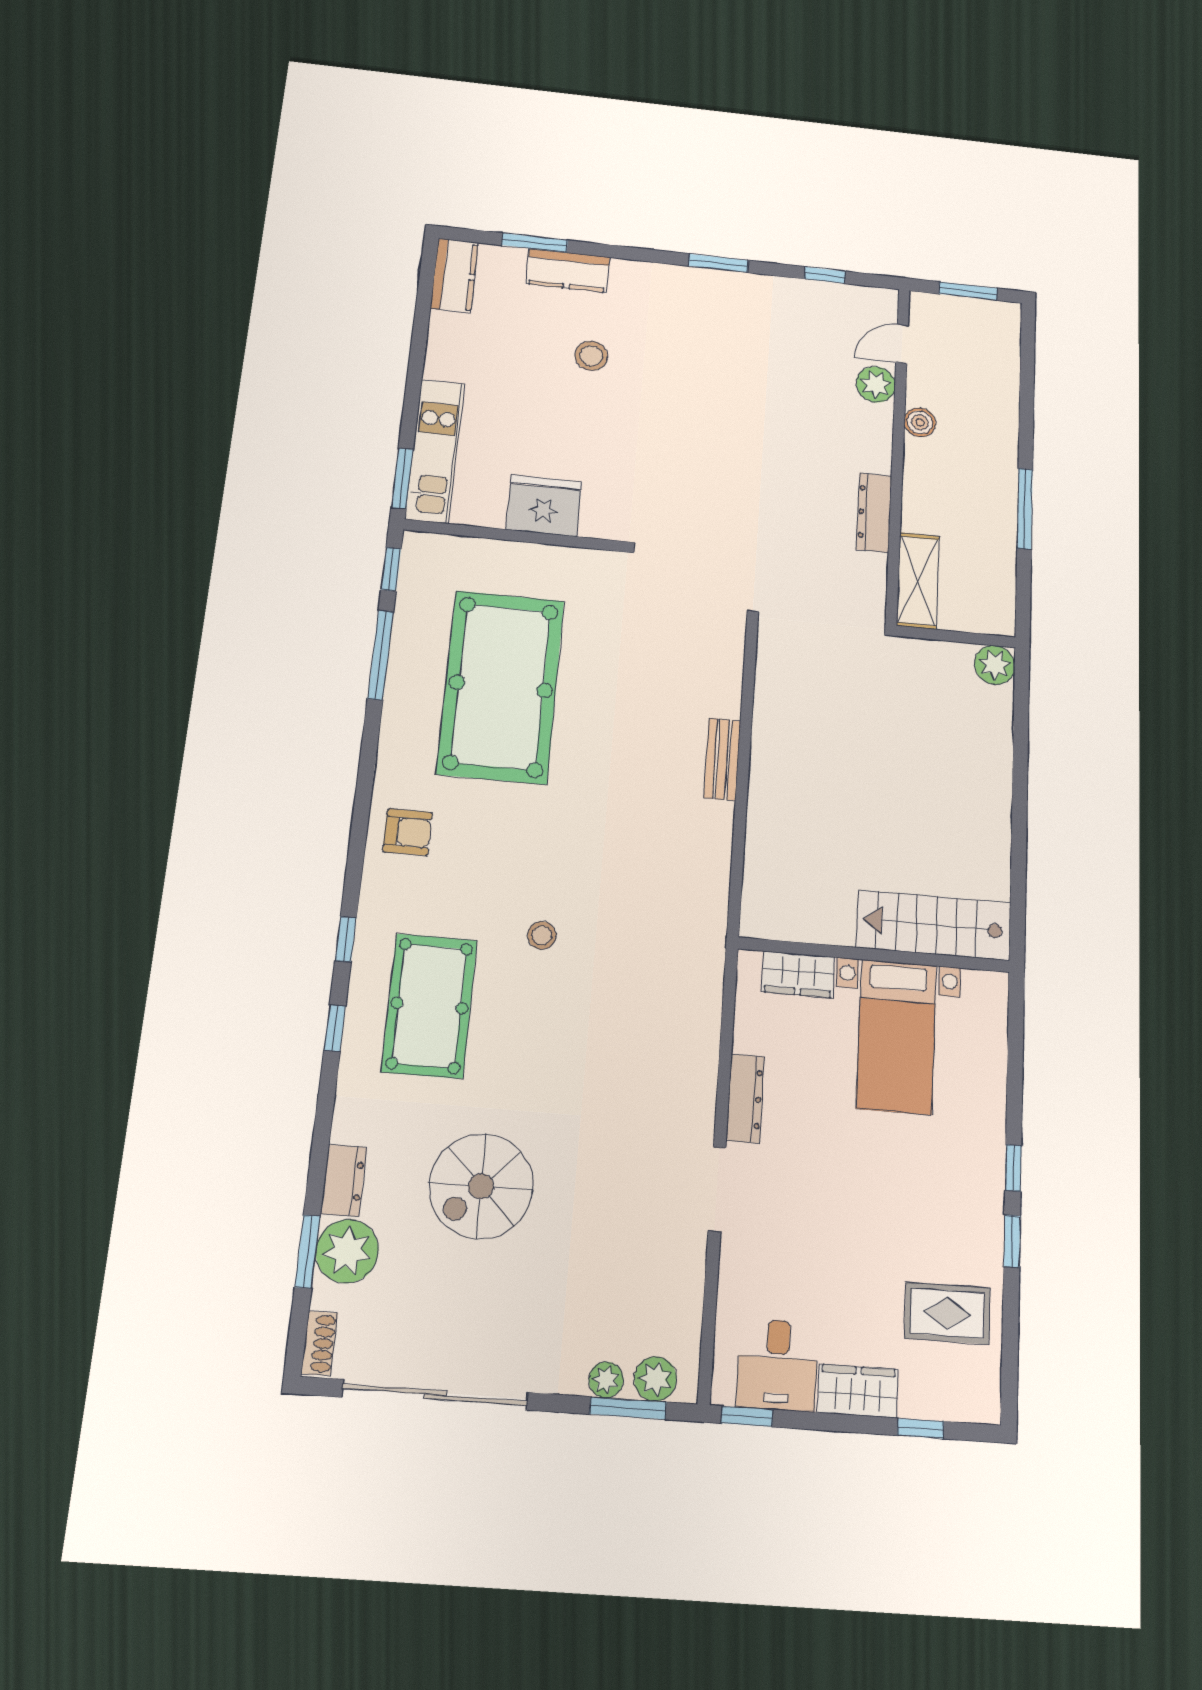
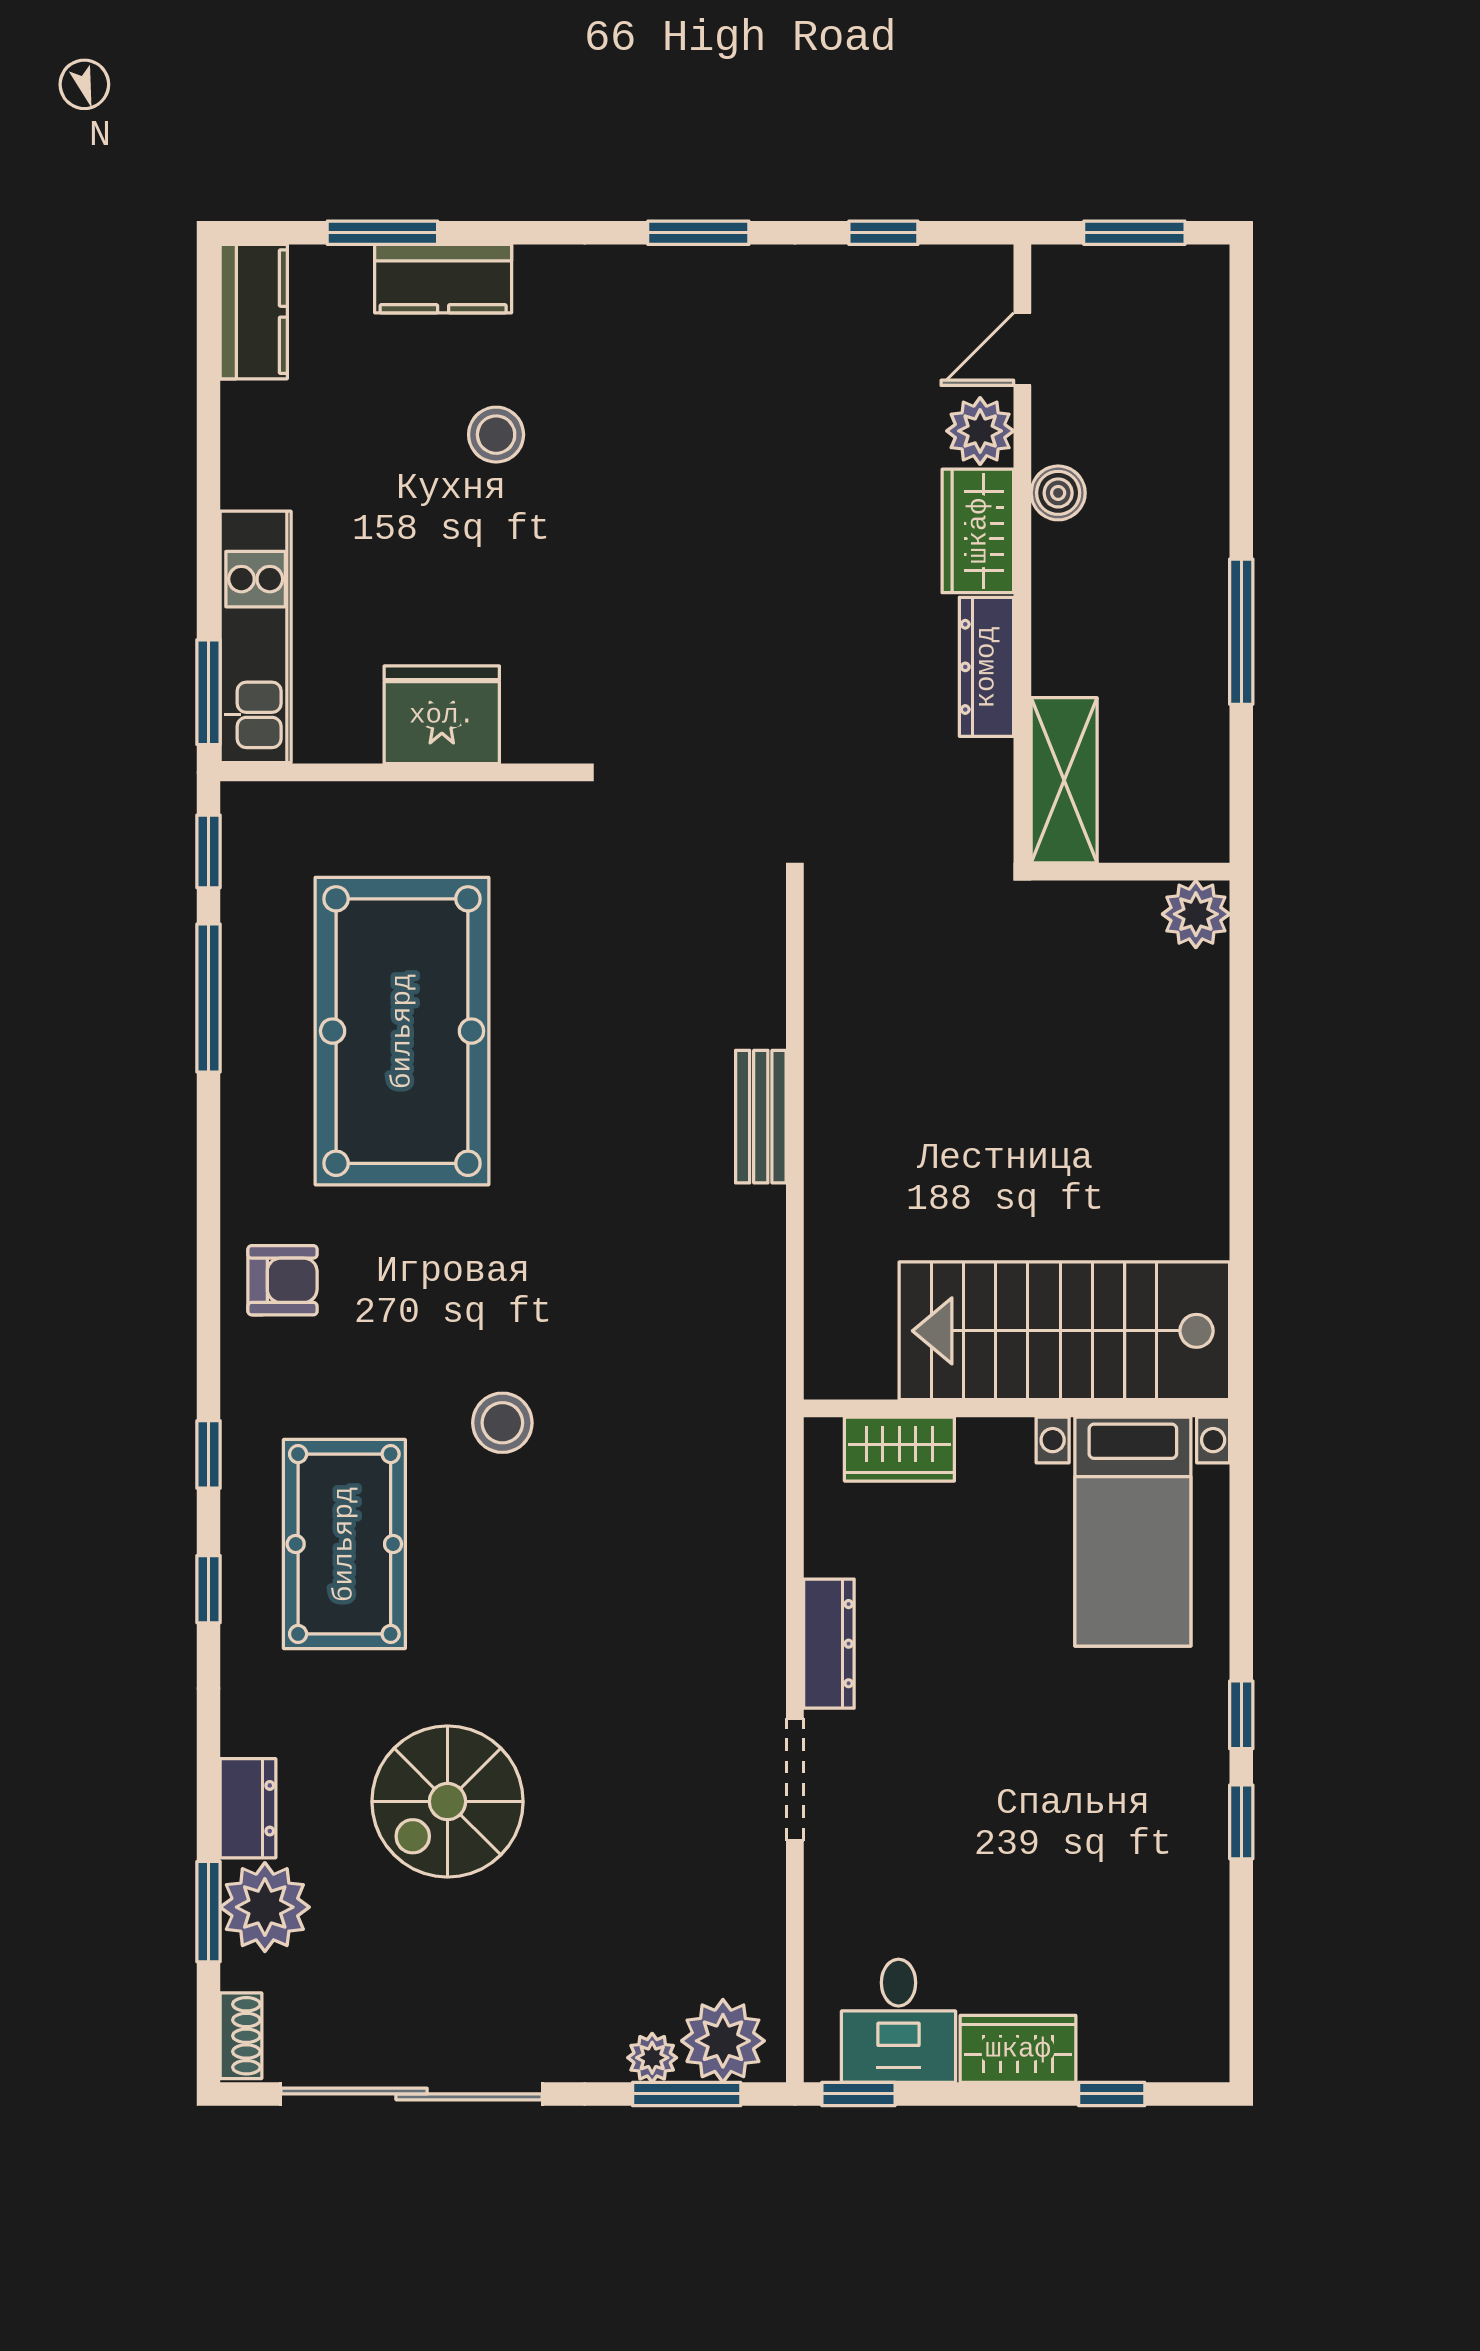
wardrobe: (872, 438) -> (978, 531), added
stairs: (934, 925) -> (1064, 1331), width x1.36, depth x1.51
stool: (542, 935) -> (502, 1423), width x1.37, depth x1.37
bed with nightstands: (897, 1036) -> (1133, 1532), moved
rug: (947, 1313) -> (1146, 1932), removed
plant: (655, 1379) -> (723, 2041), width x1.36, depth x1.36

